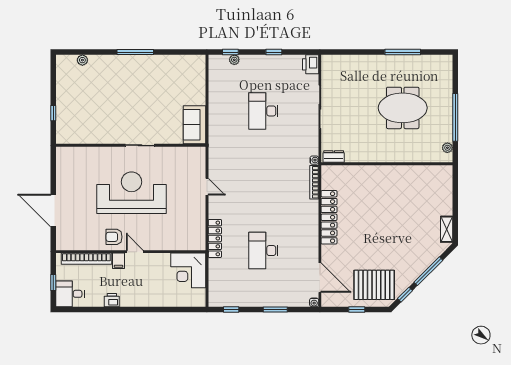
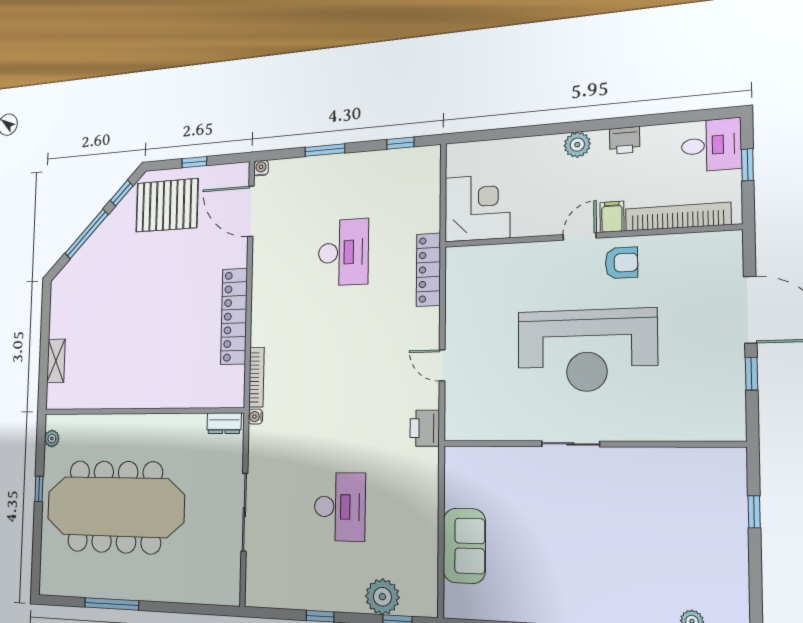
plant: (234, 60) -> (382, 597), width x1.88, depth x1.88
printer: (311, 64) -> (425, 428), moved, turned 180
meeting table: (403, 108) -> (115, 507), width x1.86, depth x1.27
window: (455, 117) -> (39, 489), width x0.32
sofa: (195, 125) -> (464, 546), moved
window: (53, 179) -> (751, 374), added
shelving: (447, 229) -> (56, 361), moved
door: (135, 252) -> (580, 236), swing flipped
plant: (136, 300) -> (577, 145), added

